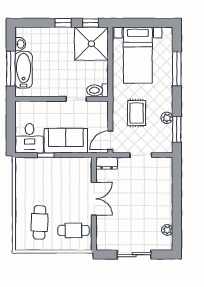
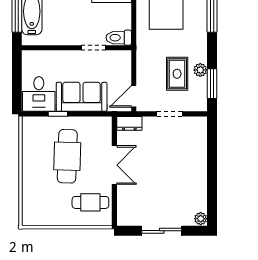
rug: (137, 113) -> (177, 74), moved
cafe table: (40, 222) -> (67, 156), moved, width x1.37, depth x1.35
plant: (167, 230) -> (201, 219), moved

